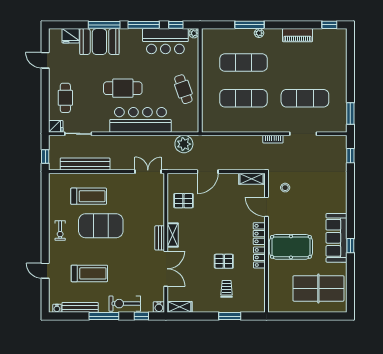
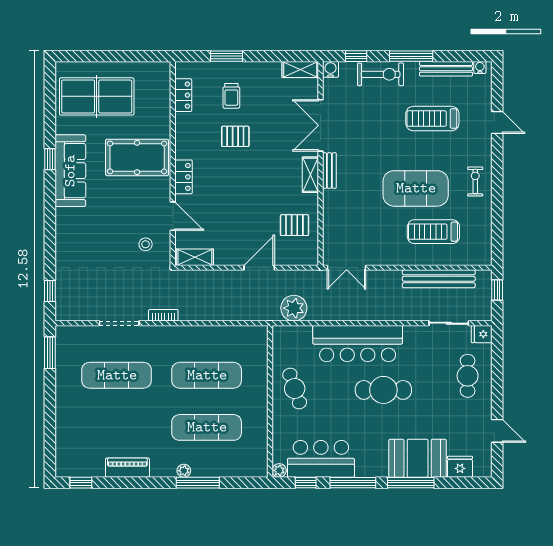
locker: (259, 257) -> (183, 95), moved

